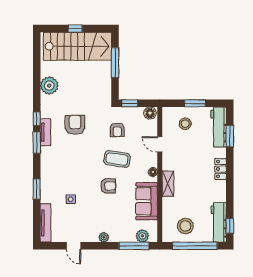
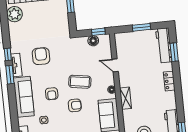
plant: (49, 86) -> (15, 14), moved
window: (130, 103) -> (98, 32), moved
floor lamp: (150, 113) -> (93, 41), moved
stool: (185, 124) -> (135, 46), removed
armchair: (117, 130) -> (52, 94), moved
sofa: (50, 170) -> (24, 97), added
window: (37, 189) -> (14, 114), removed

